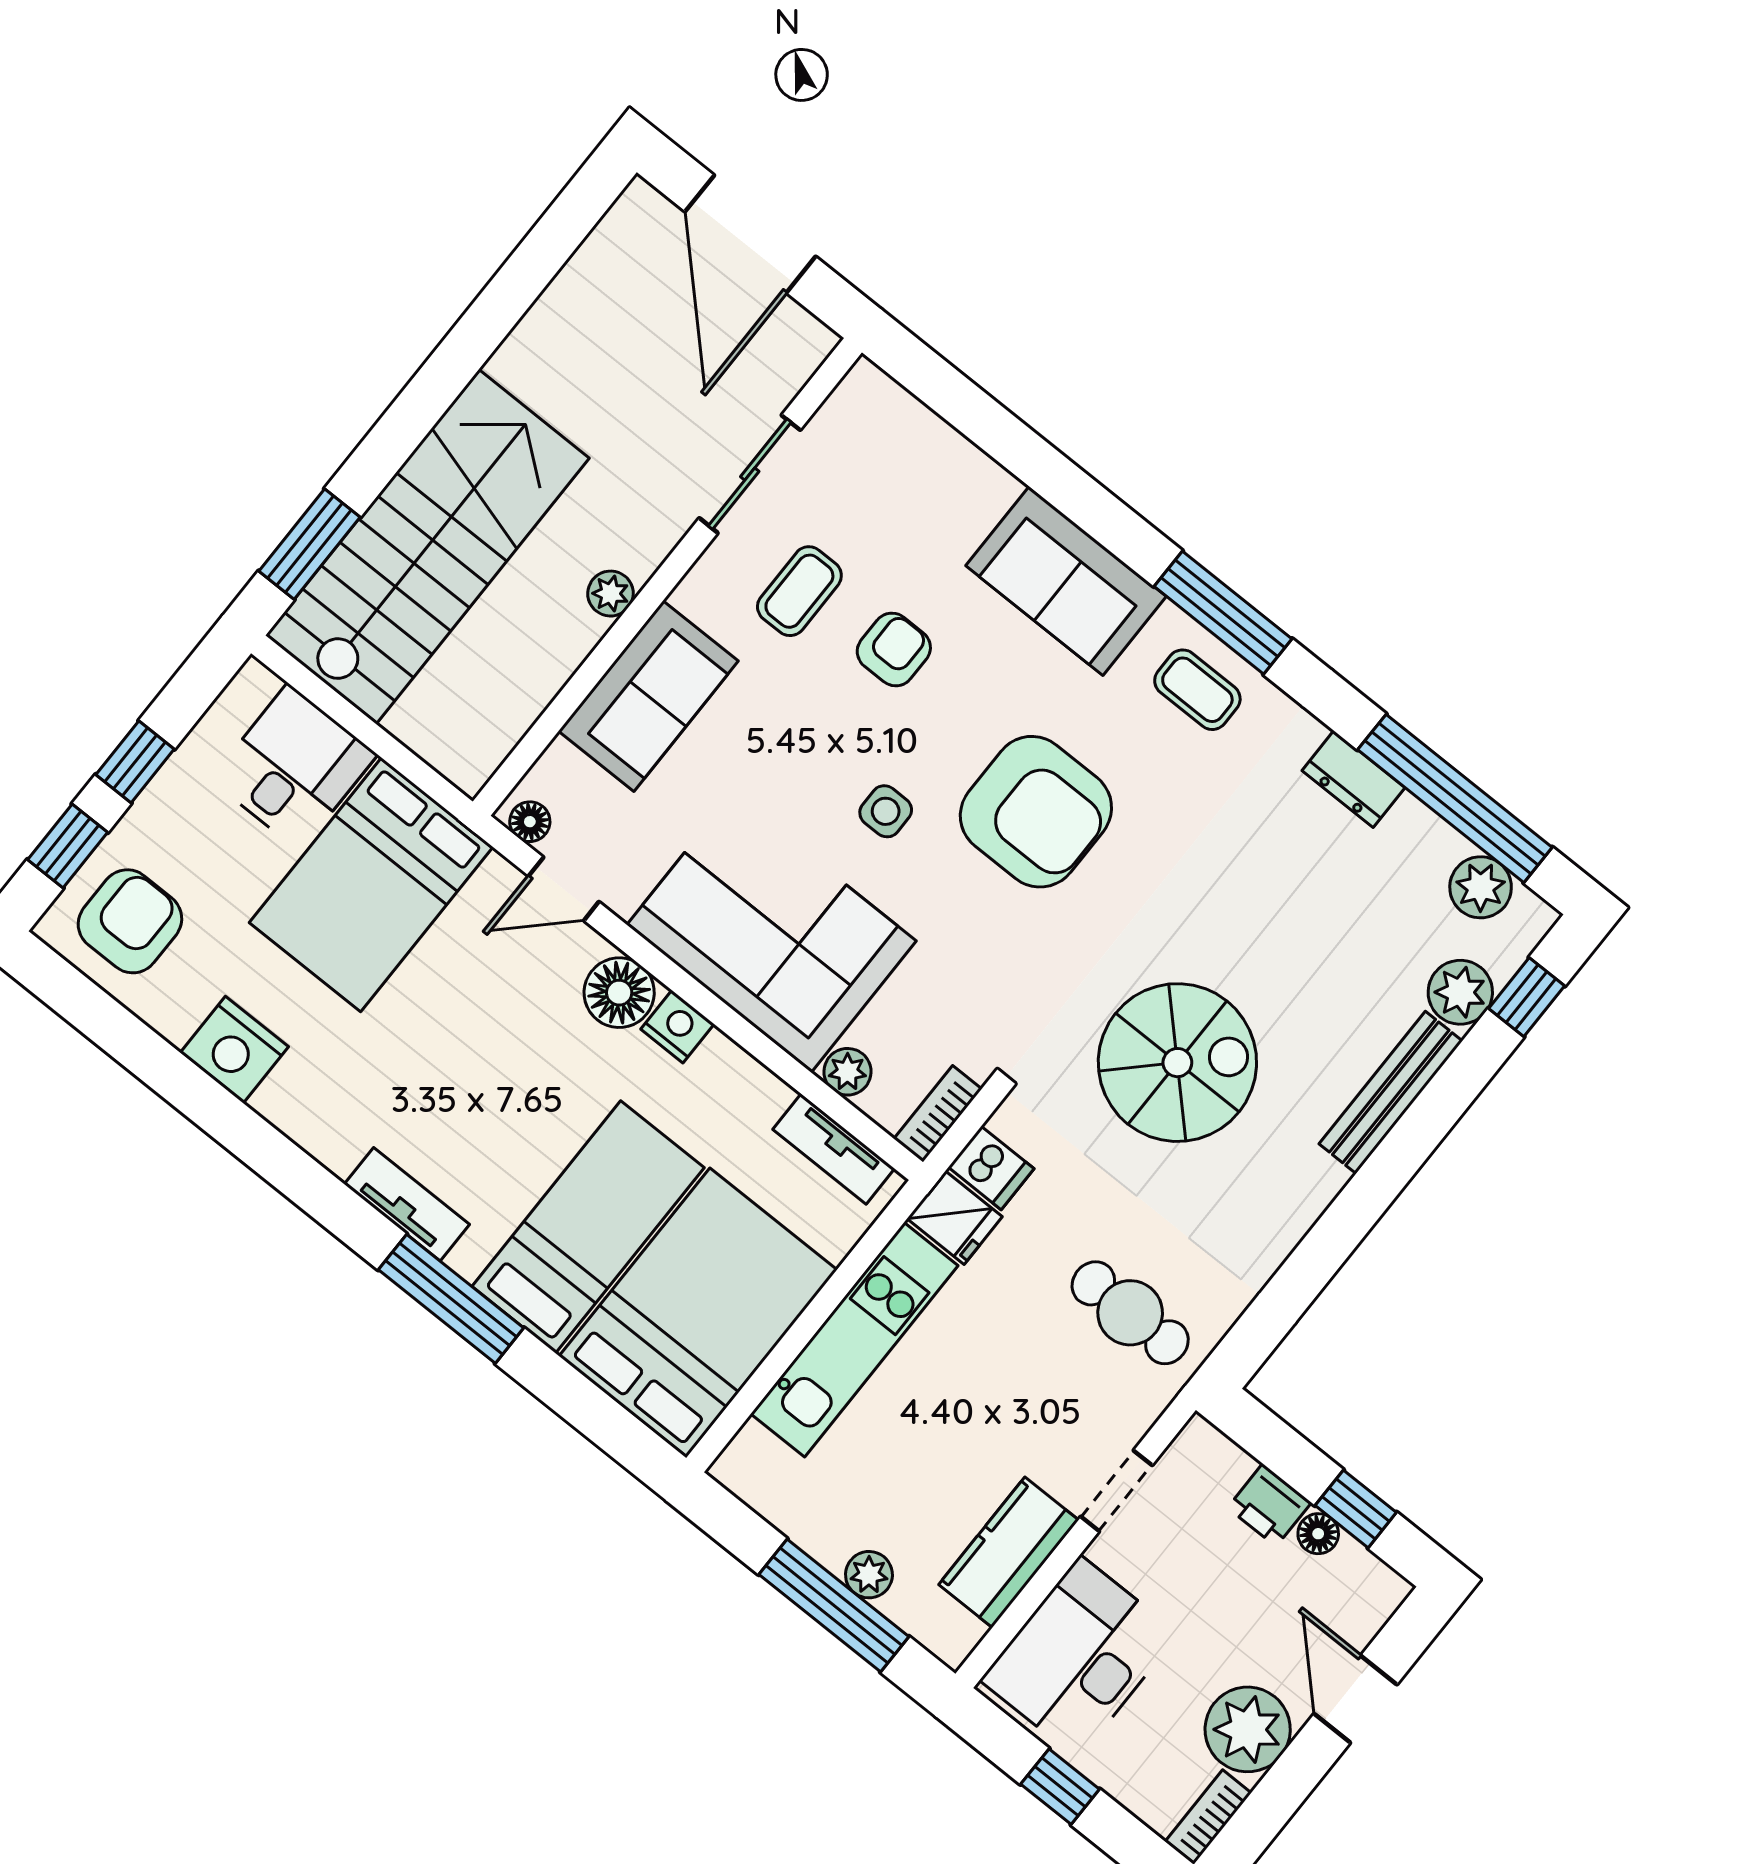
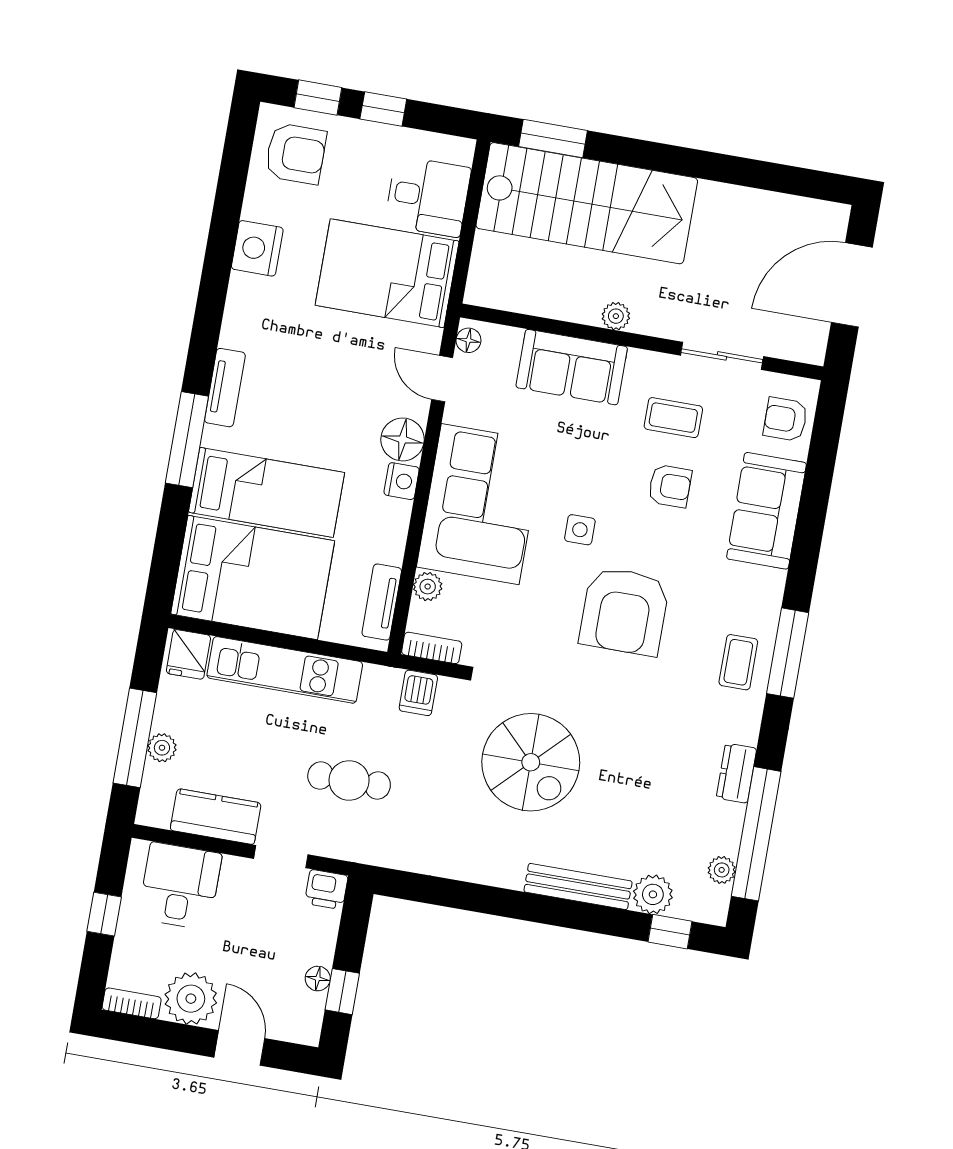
armchair: (889, 433) -> (786, 419), added
sofa: (1066, 581) -> (766, 511), moved
plant: (1481, 887) -> (722, 870), width x0.73, depth x0.73
fridge: (955, 1218) -> (188, 654), moved
cafe table: (1130, 1313) -> (349, 781), moved, turned 90
printer: (1269, 1505) -> (326, 889), moved, turned -90
desk: (1079, 1657) -> (180, 886), width x0.73
door: (1356, 1699) -> (239, 1048), hinge flipped

